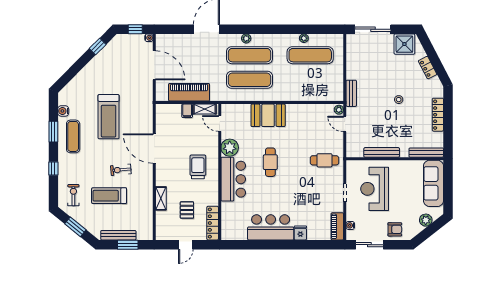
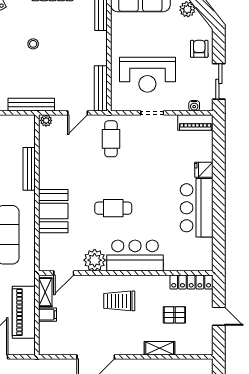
bench: (351, 93) -> (31, 105), width x1.36
bench: (301, 96) -> (29, 169), added
door: (345, 124) -> (78, 113), moved
bench: (382, 152) -> (101, 88), moved

